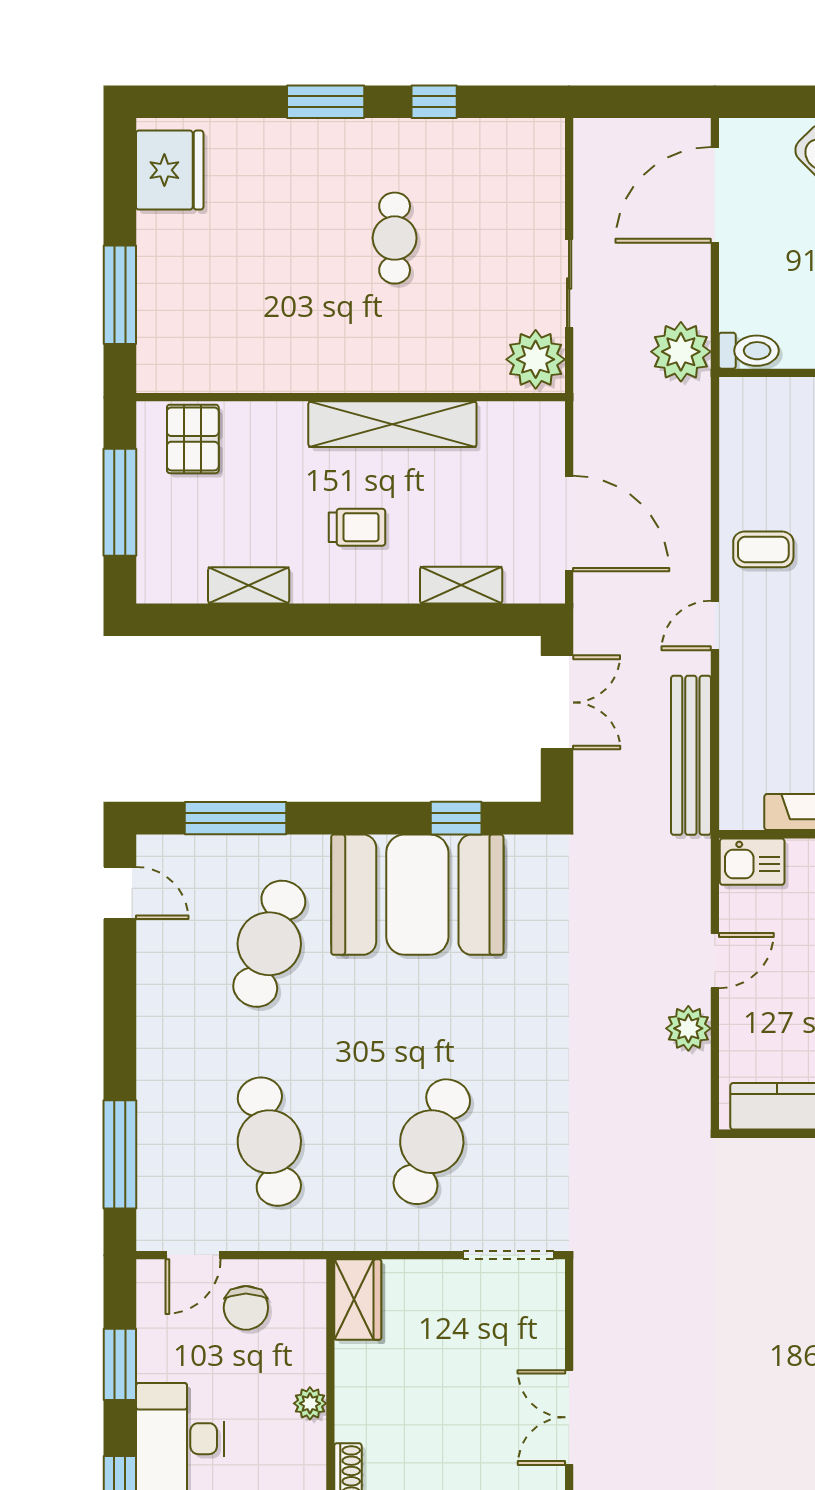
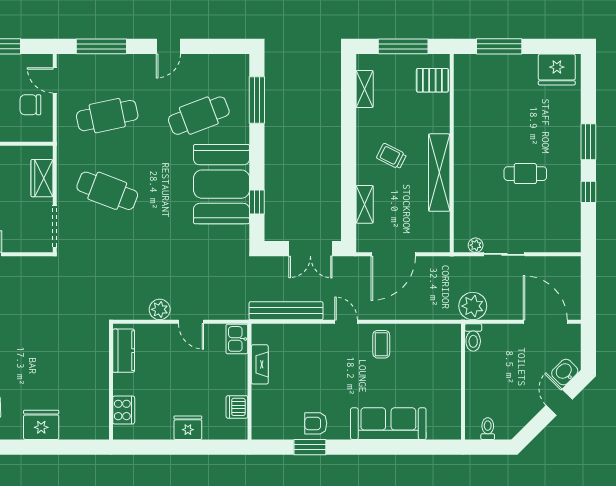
plant: (536, 359) -> (476, 245), width x0.53, depth x0.53
trolley: (357, 527) -> (392, 156), turned 117
shelving: (249, 585) -> (365, 89), moved
door: (120, 893) -> (168, 46), moved
cafe table: (269, 944) -> (199, 116), turned -39
wardrobe: (358, 1300) -> (42, 178), moved, turned 90

